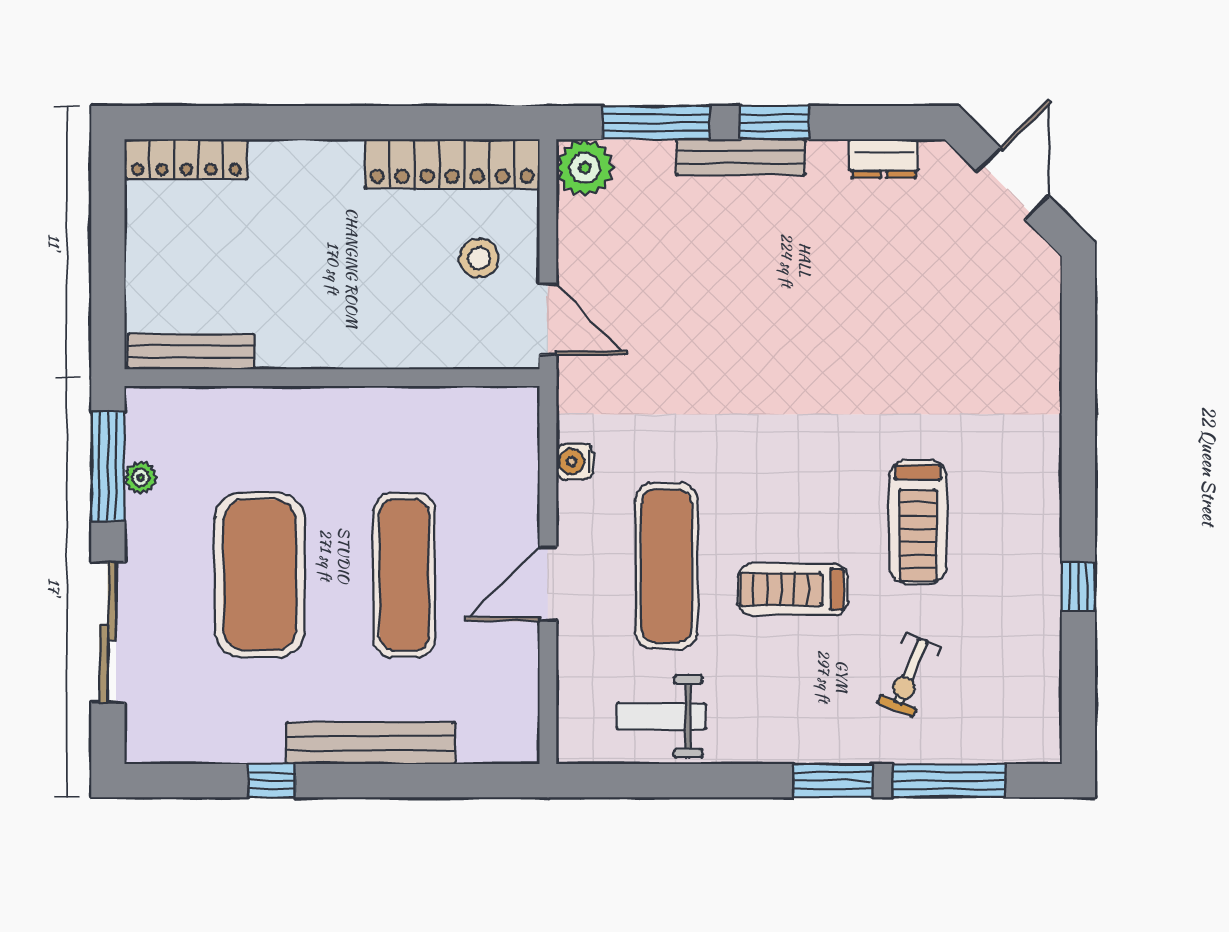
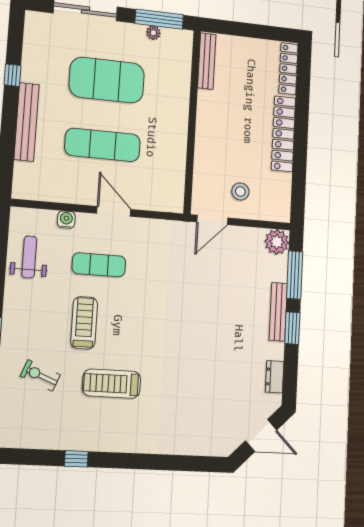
locker: (452, 164) -> (283, 134), moved
water cooler: (575, 461) -> (66, 220), moved
exercise mat: (666, 566) -> (99, 265), width x0.73, depth x0.69
door: (548, 584) -> (114, 211), moved

